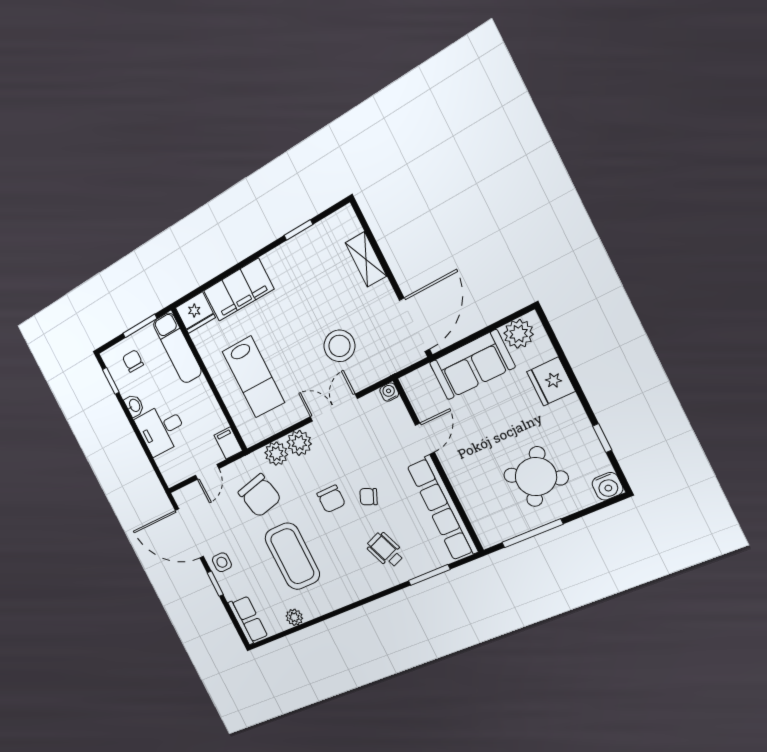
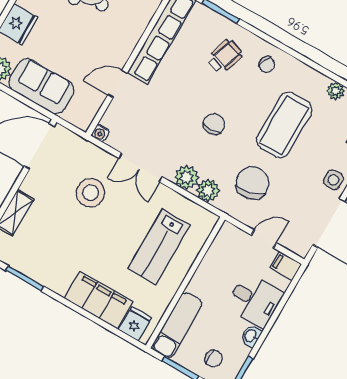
window: (298, 230) -> (25, 278), width x1.50
fridge: (195, 313) -> (135, 324), width x0.72
chair: (133, 361) -> (214, 359), turned -90
lab bench: (253, 377) -> (159, 247), turned 180
filing cabinet: (228, 443) -> (286, 266), moved, turned 90
chair: (368, 497) -> (267, 65), moved
wheelchair: (385, 550) -> (225, 56), turned -141

